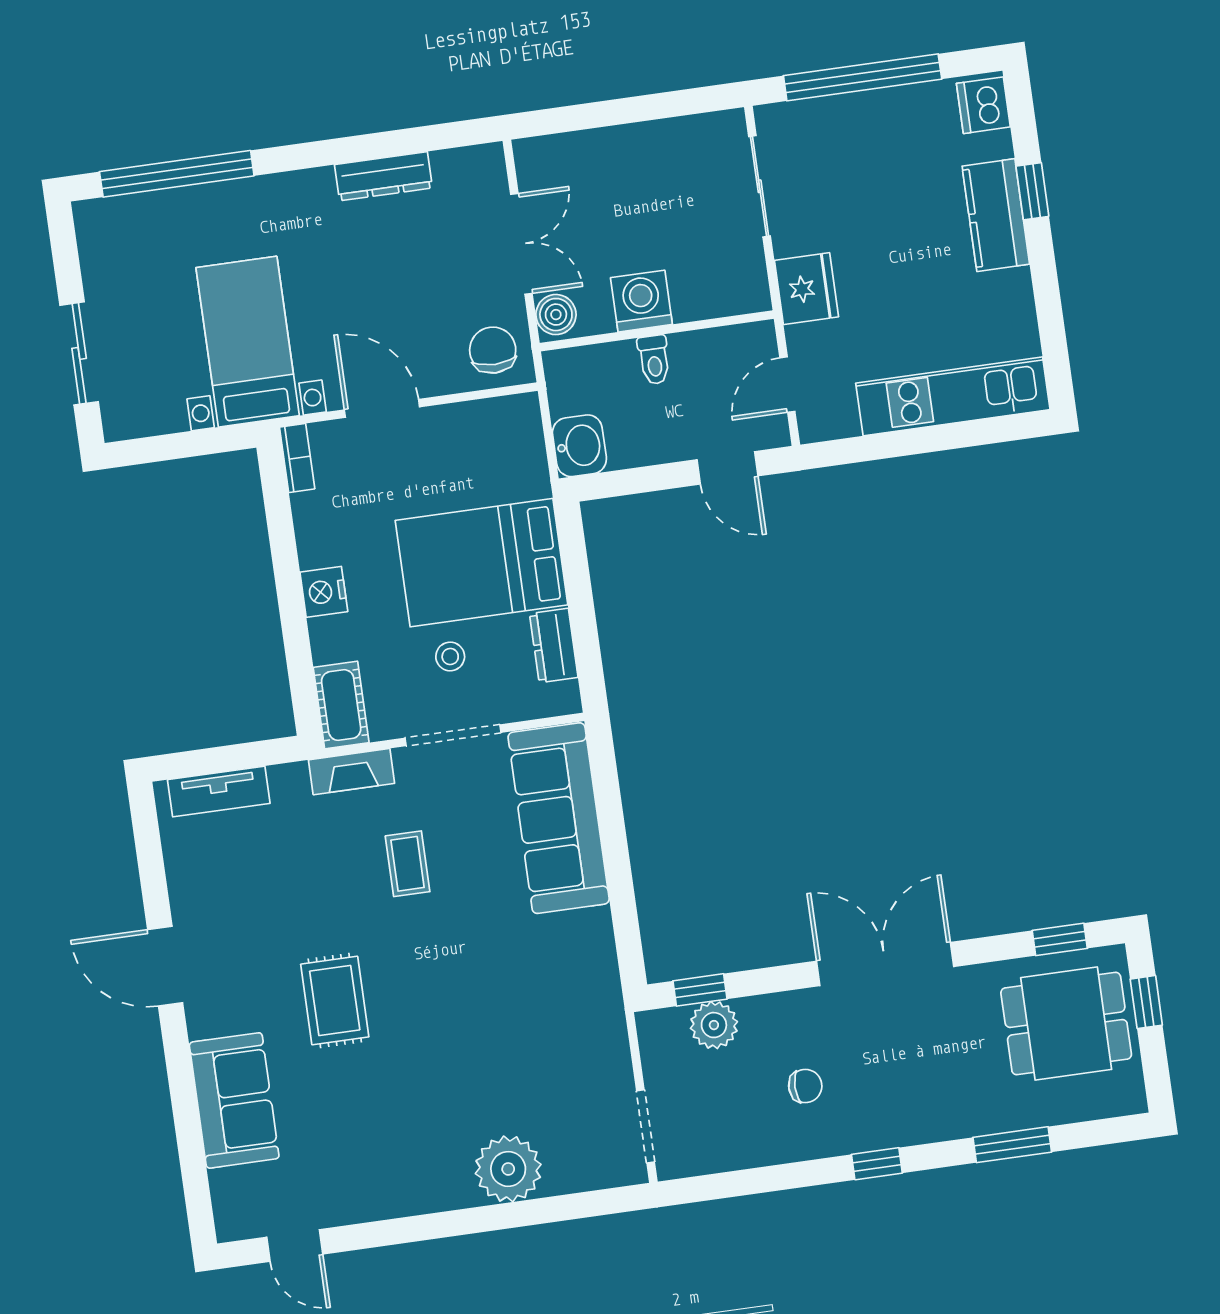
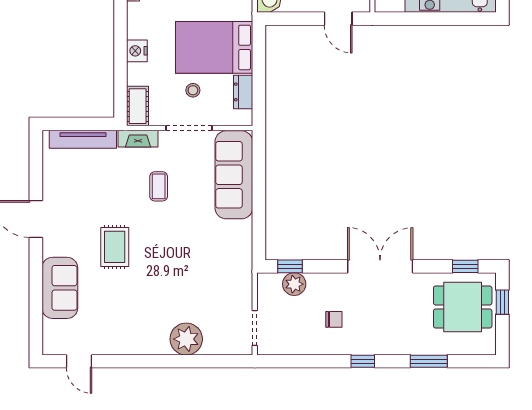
tv unit: (219, 791) -> (83, 139), width x1.41

